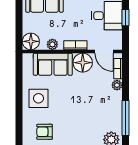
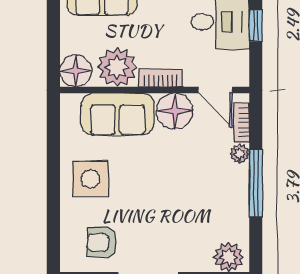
plant: (52, 44) -> (117, 67), width x1.87, depth x1.87
window: (125, 118) -> (256, 183), moved

